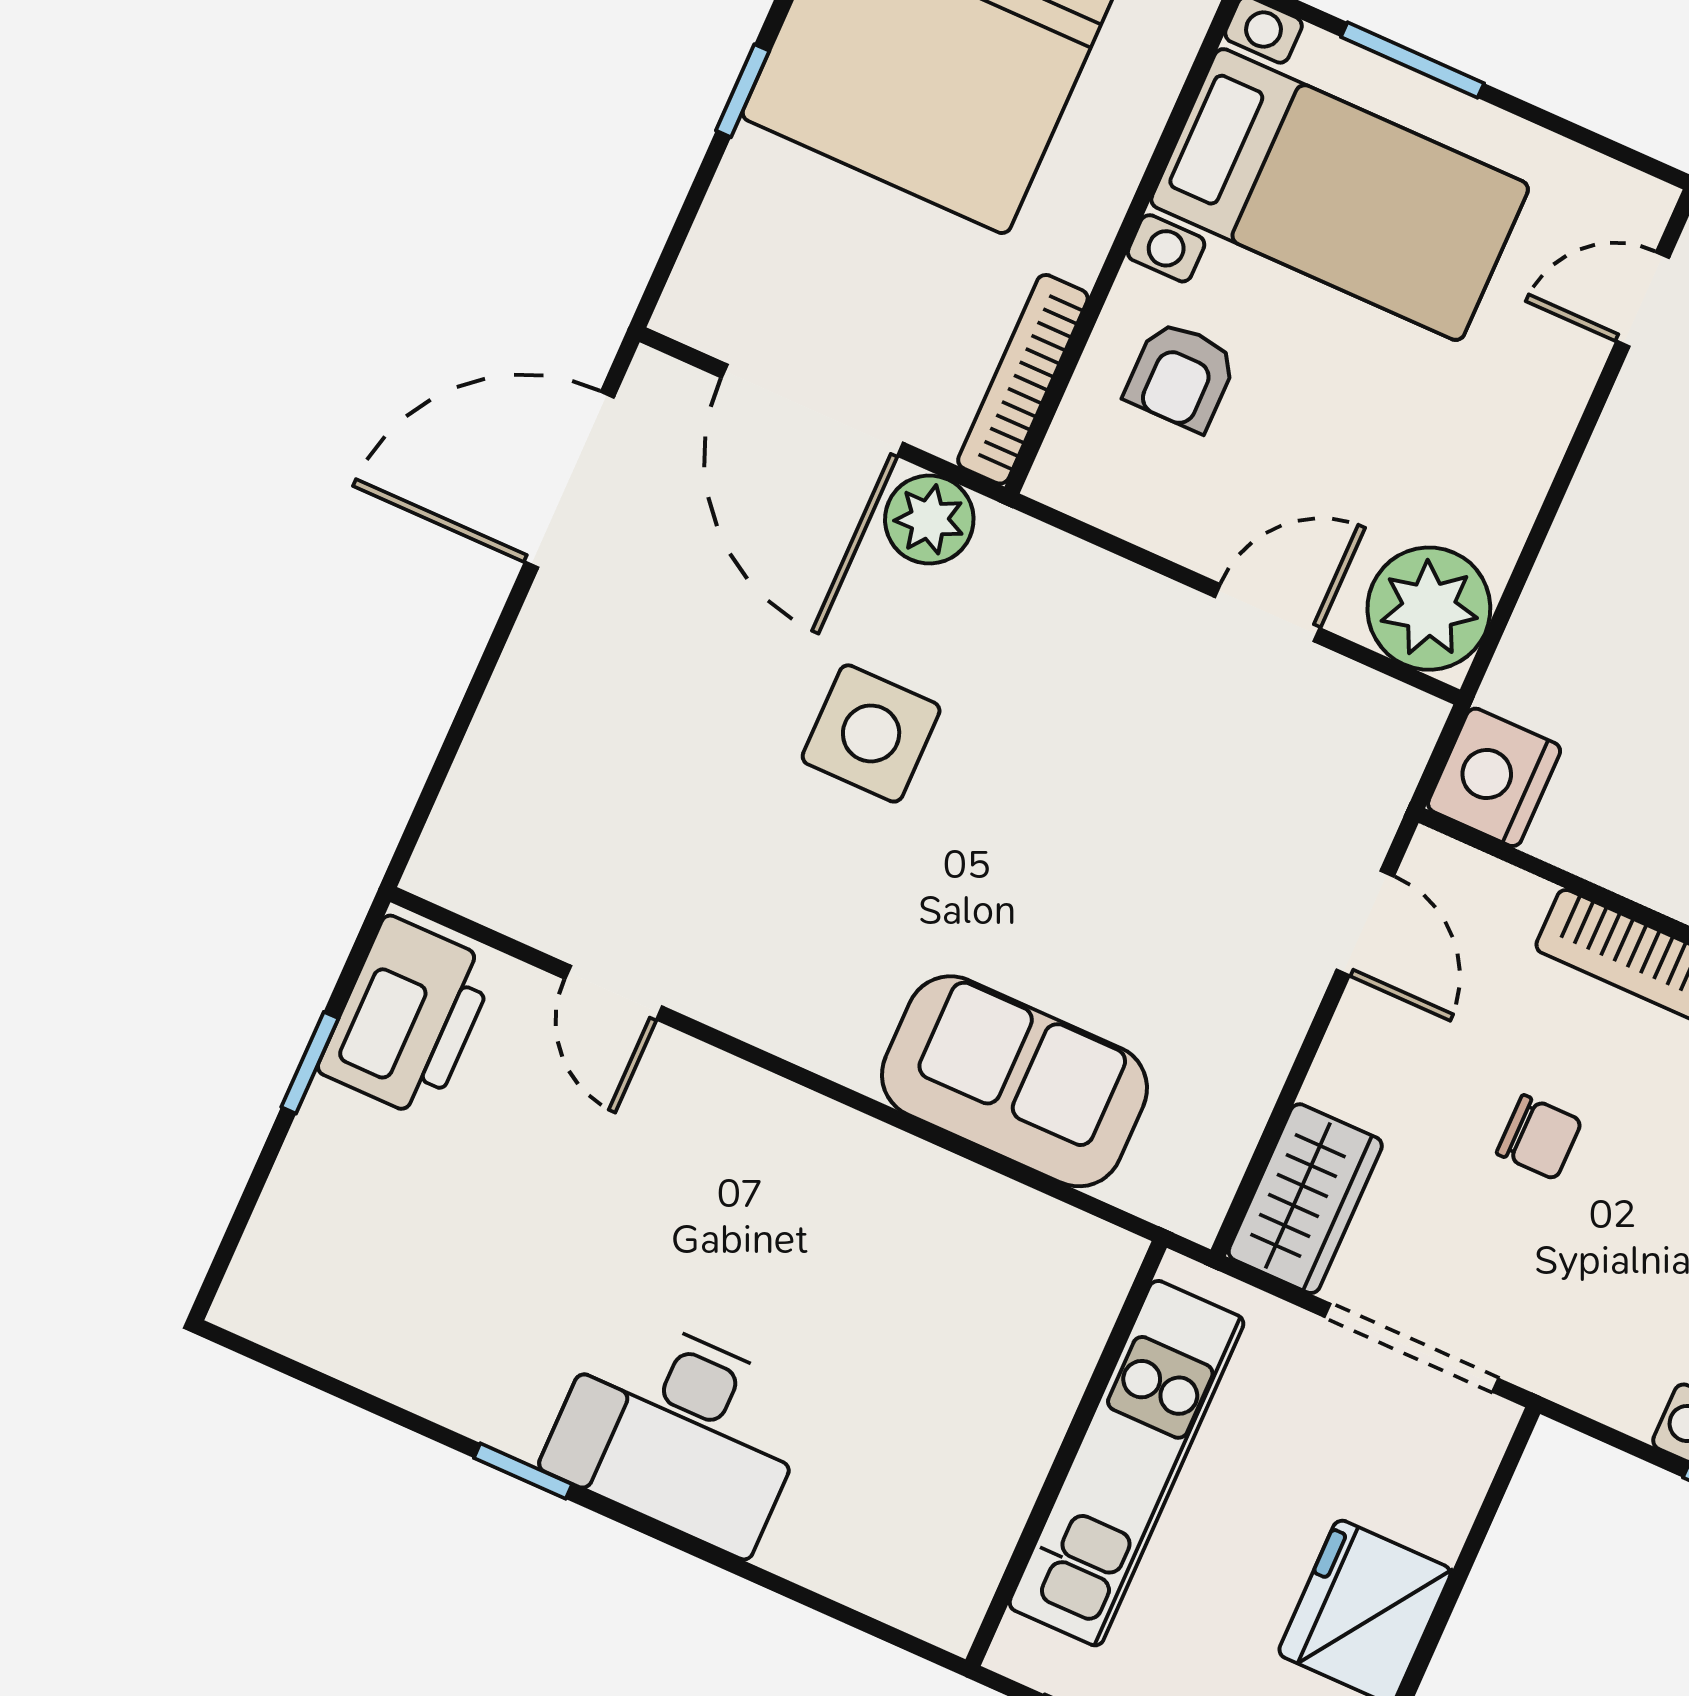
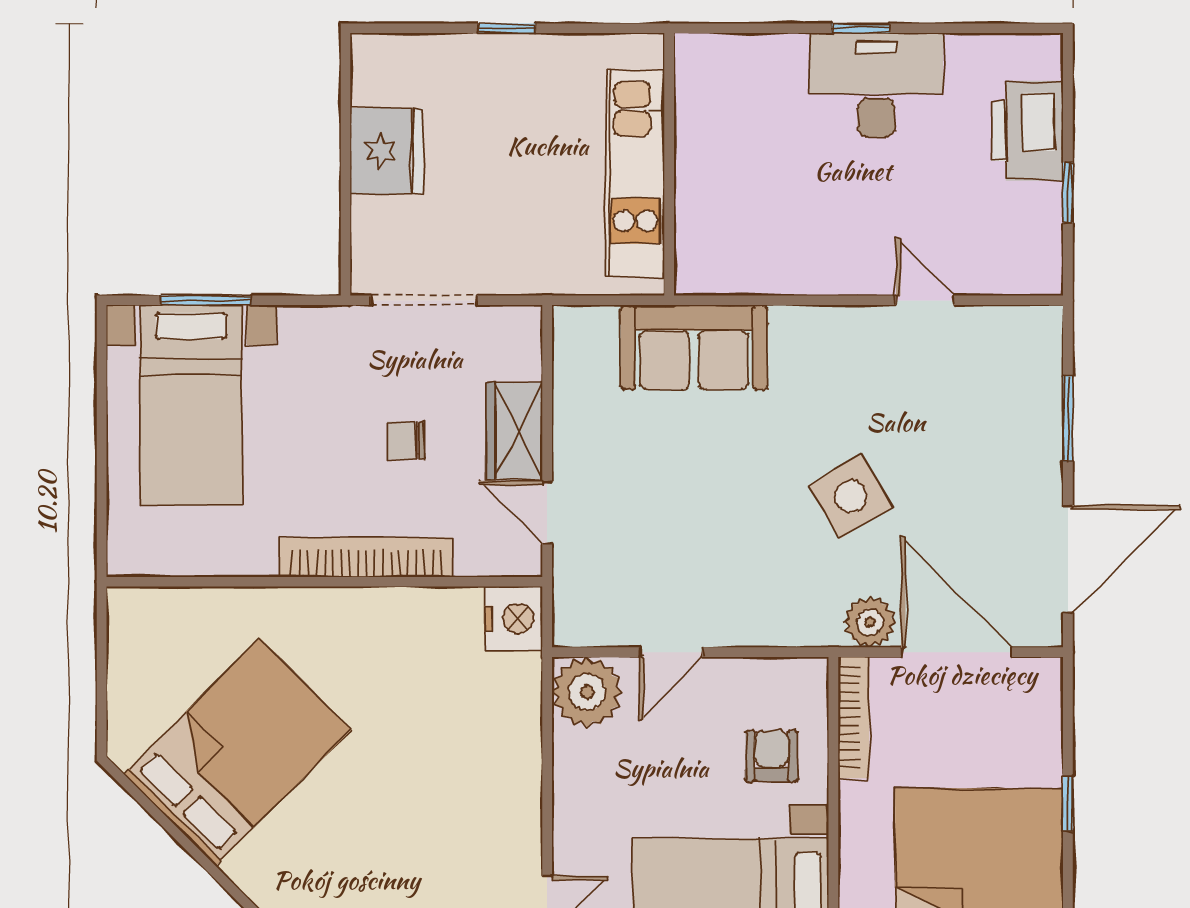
window: (470, 703) -> (1068, 419), added
side table: (871, 733) -> (850, 496), turned -31
printer: (407, 1017) -> (1027, 131), moved
wardrobe: (1305, 1199) -> (514, 431), moved
desk: (680, 1432) -> (876, 85), moved
wall: (1066, 1454) -> (669, 164), moved
kitchen unit: (1127, 1463) -> (635, 173), moved

